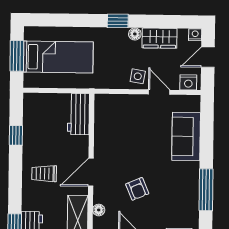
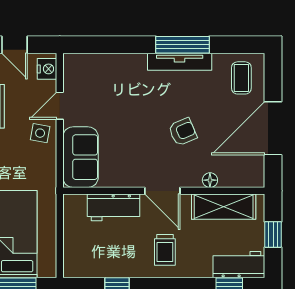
workbench: (78, 114) -> (113, 207), moved
sofa: (186, 136) -> (81, 157), moved, turned -90
tv unit: (193, 187) -> (180, 62), added

